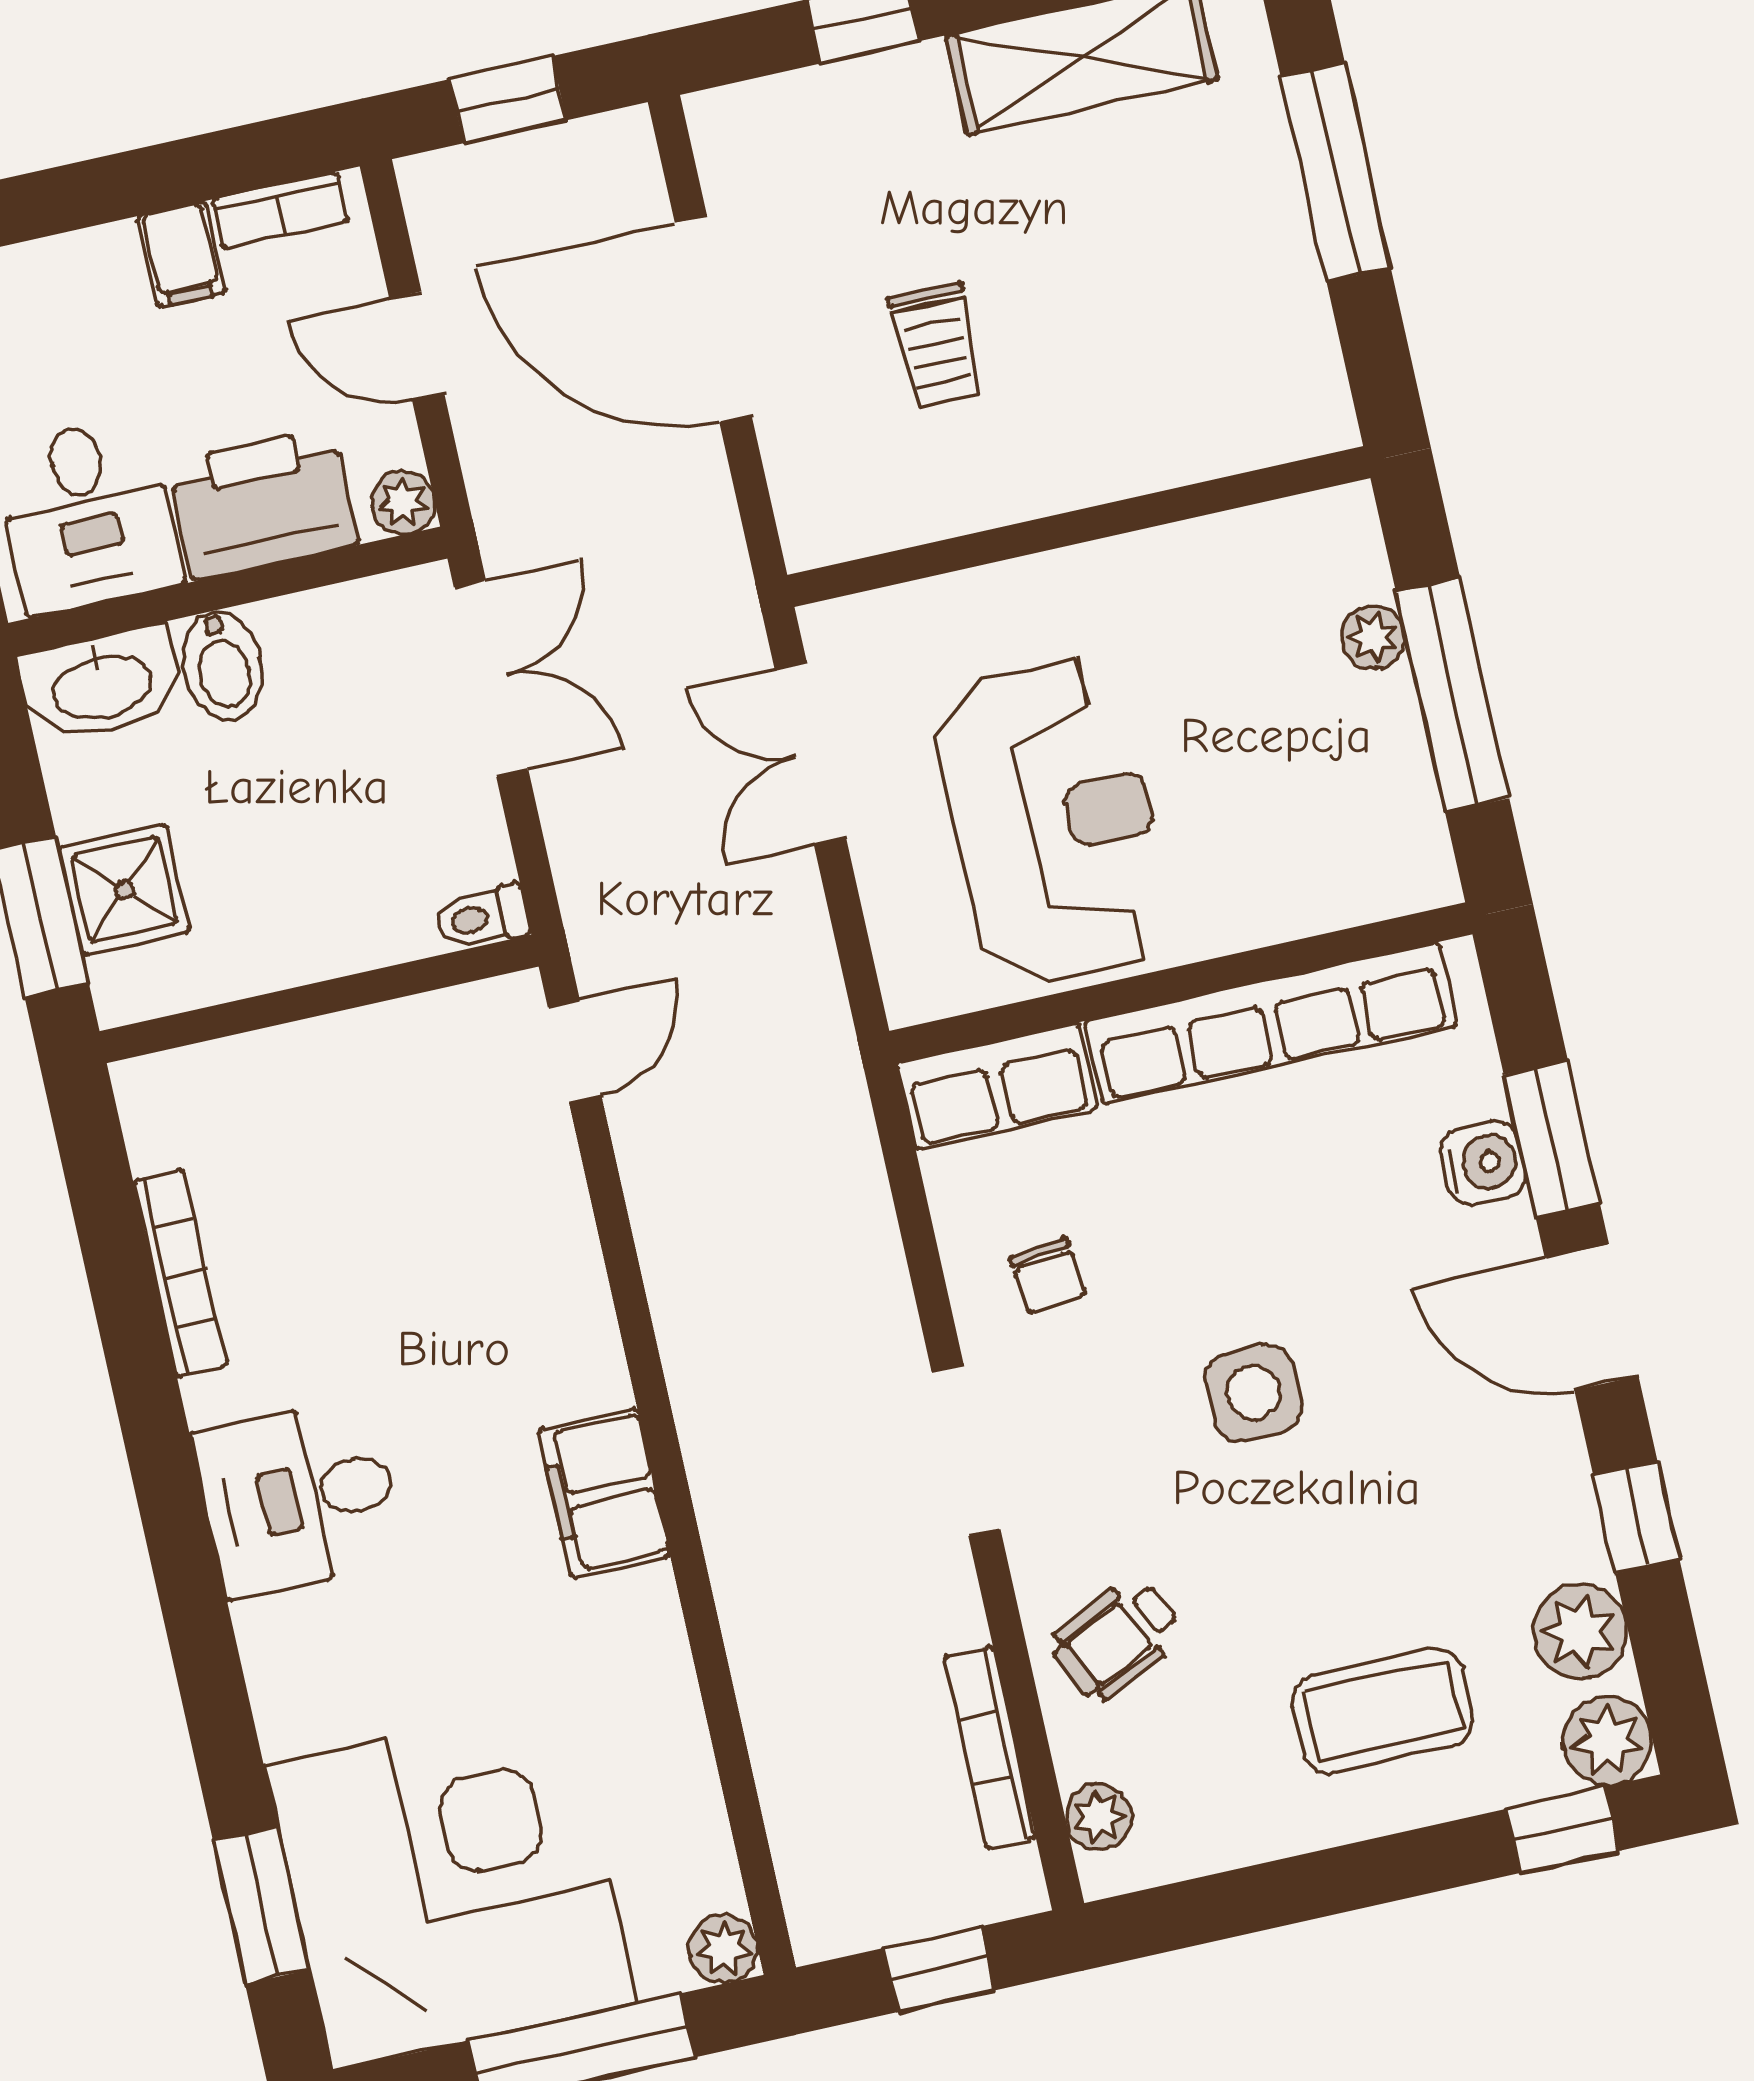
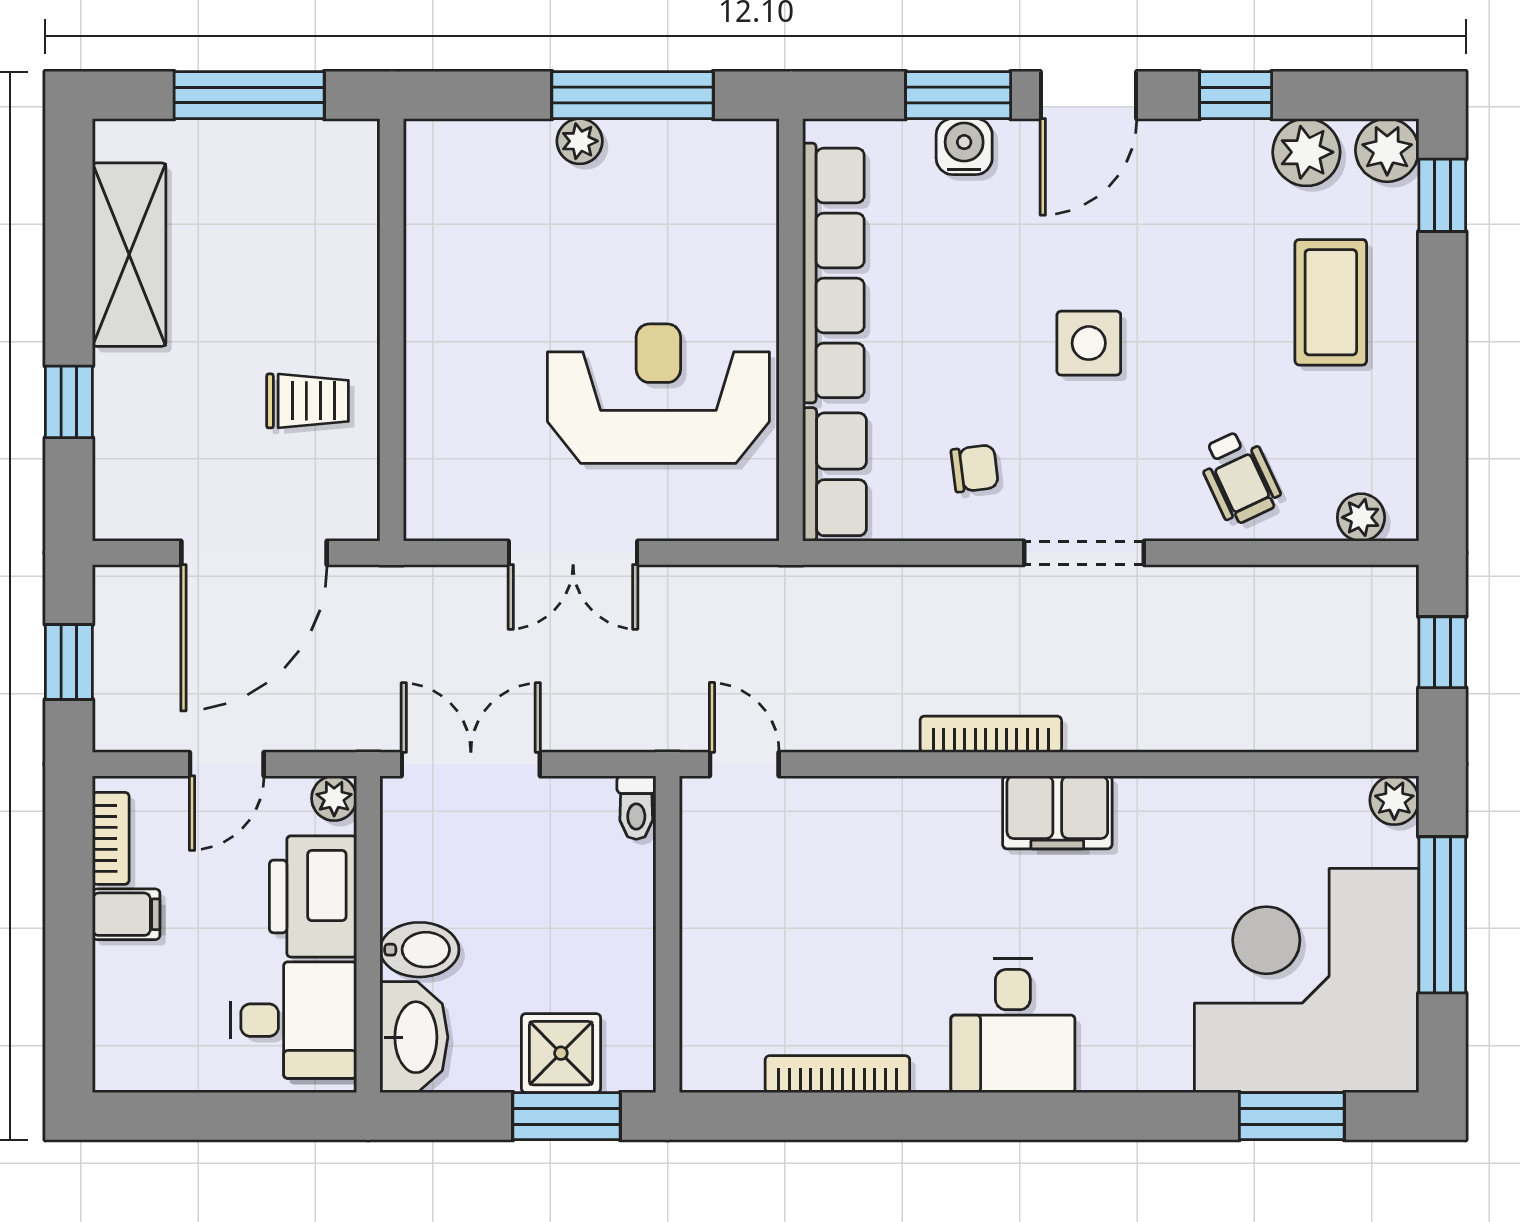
wall: (1079, 527) -> (392, 330), moved
bookcase: (990, 1747) -> (991, 734), moved, turned 180

